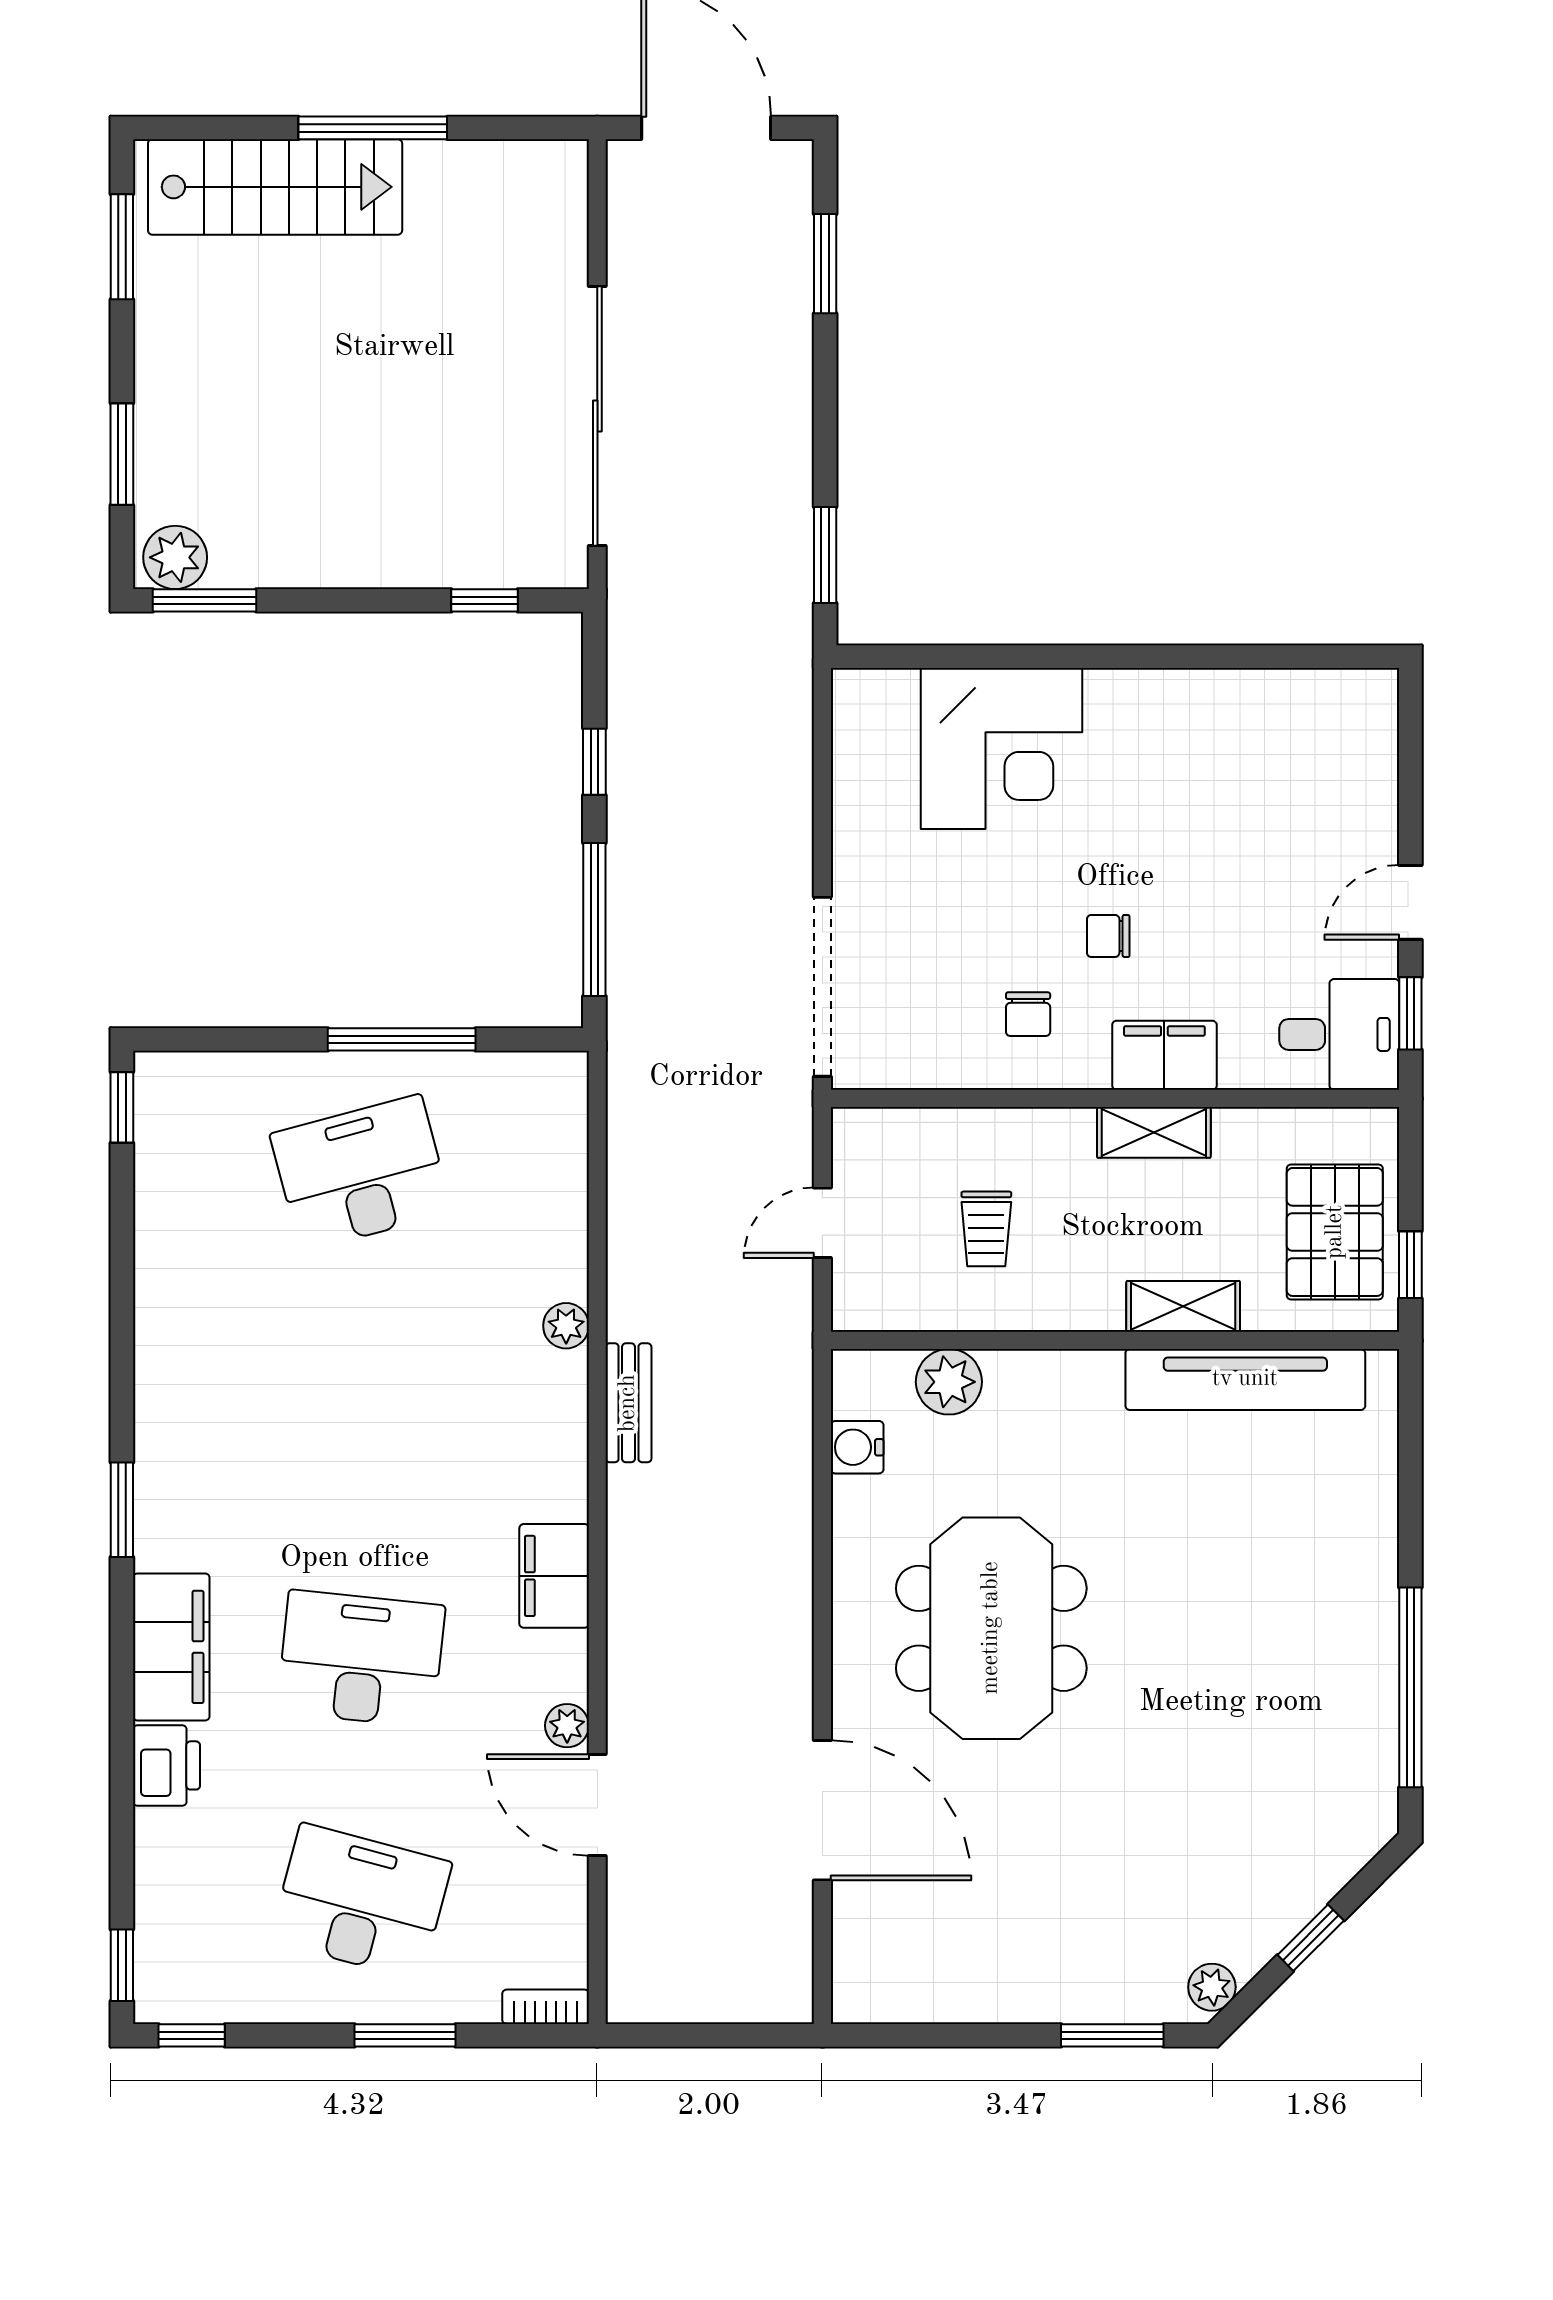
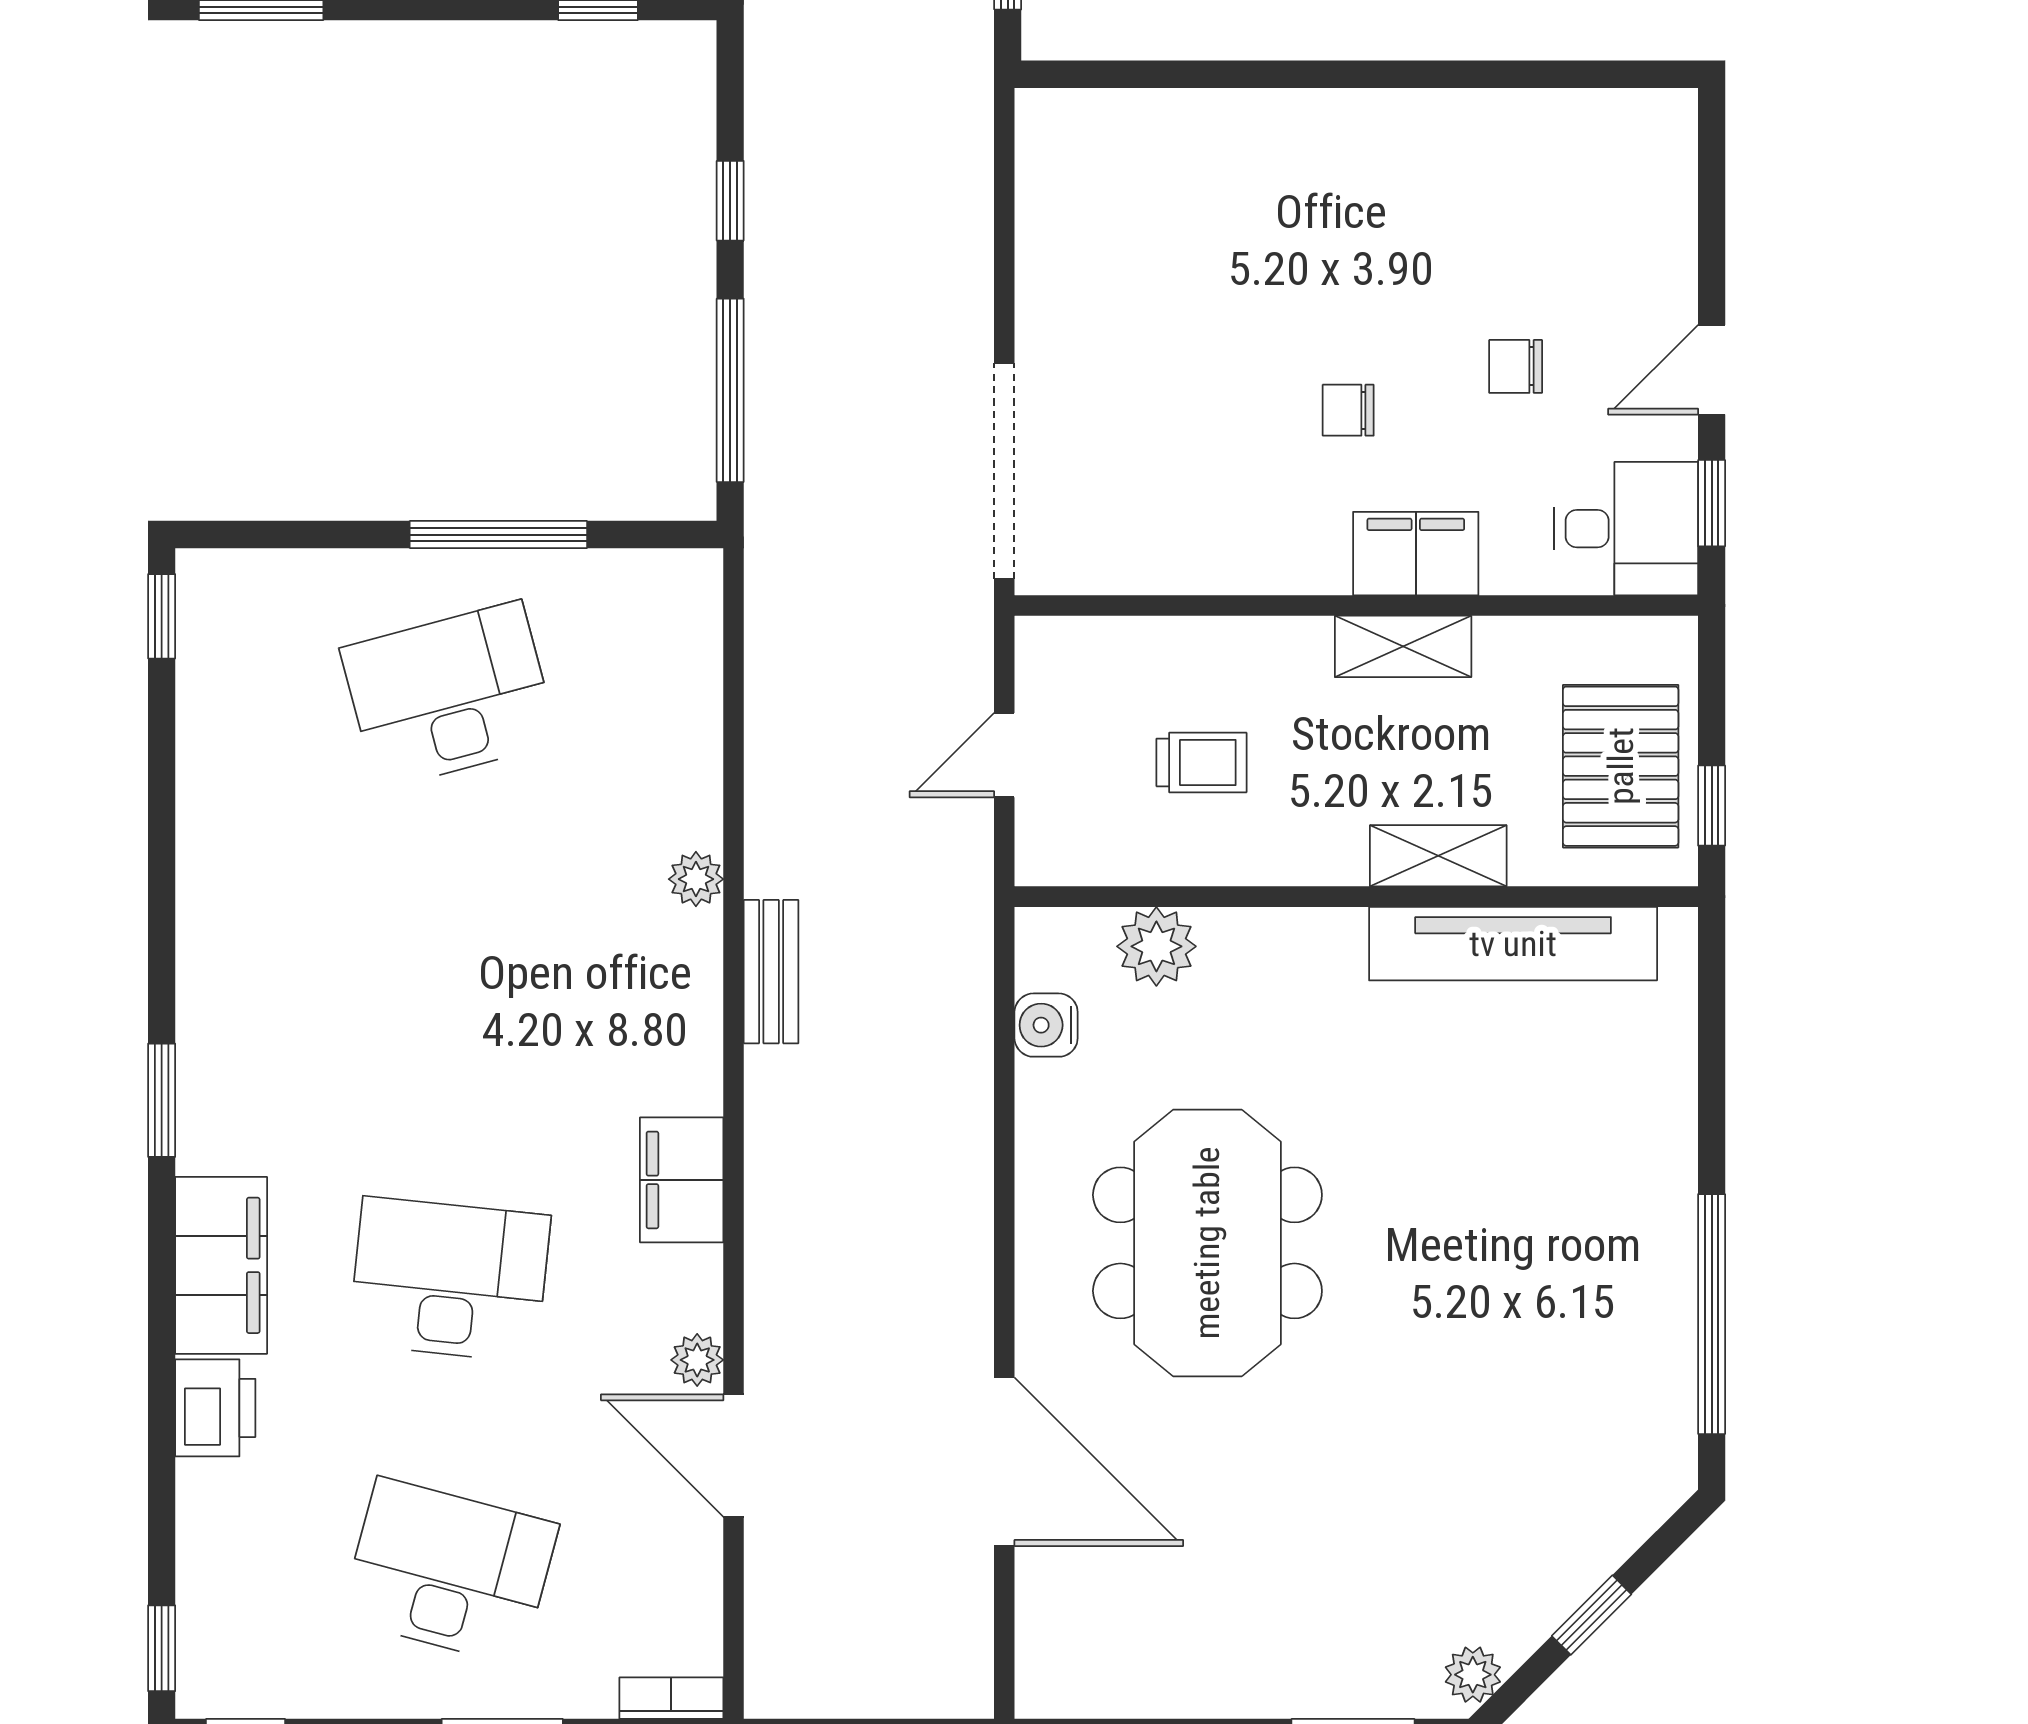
corner desk: (1001, 749) -> (1220, 185), removed
chair: (1028, 1014) -> (1516, 366), moved, turned 90
trolley: (986, 1229) -> (1202, 762), turned -90

